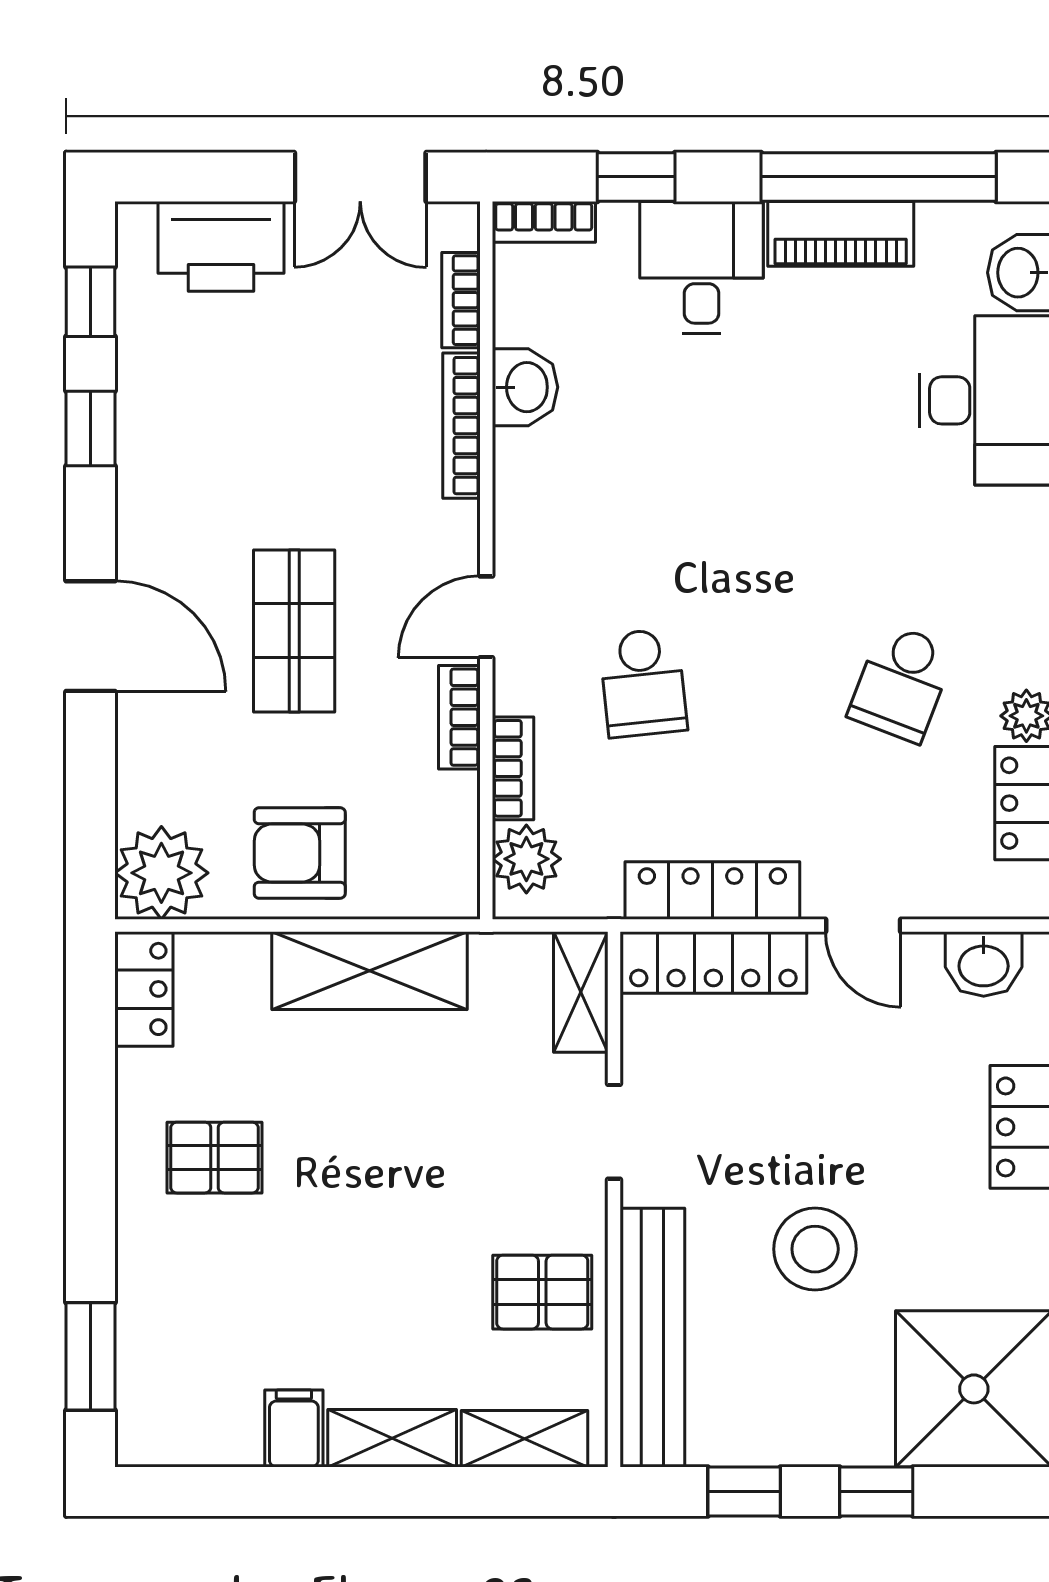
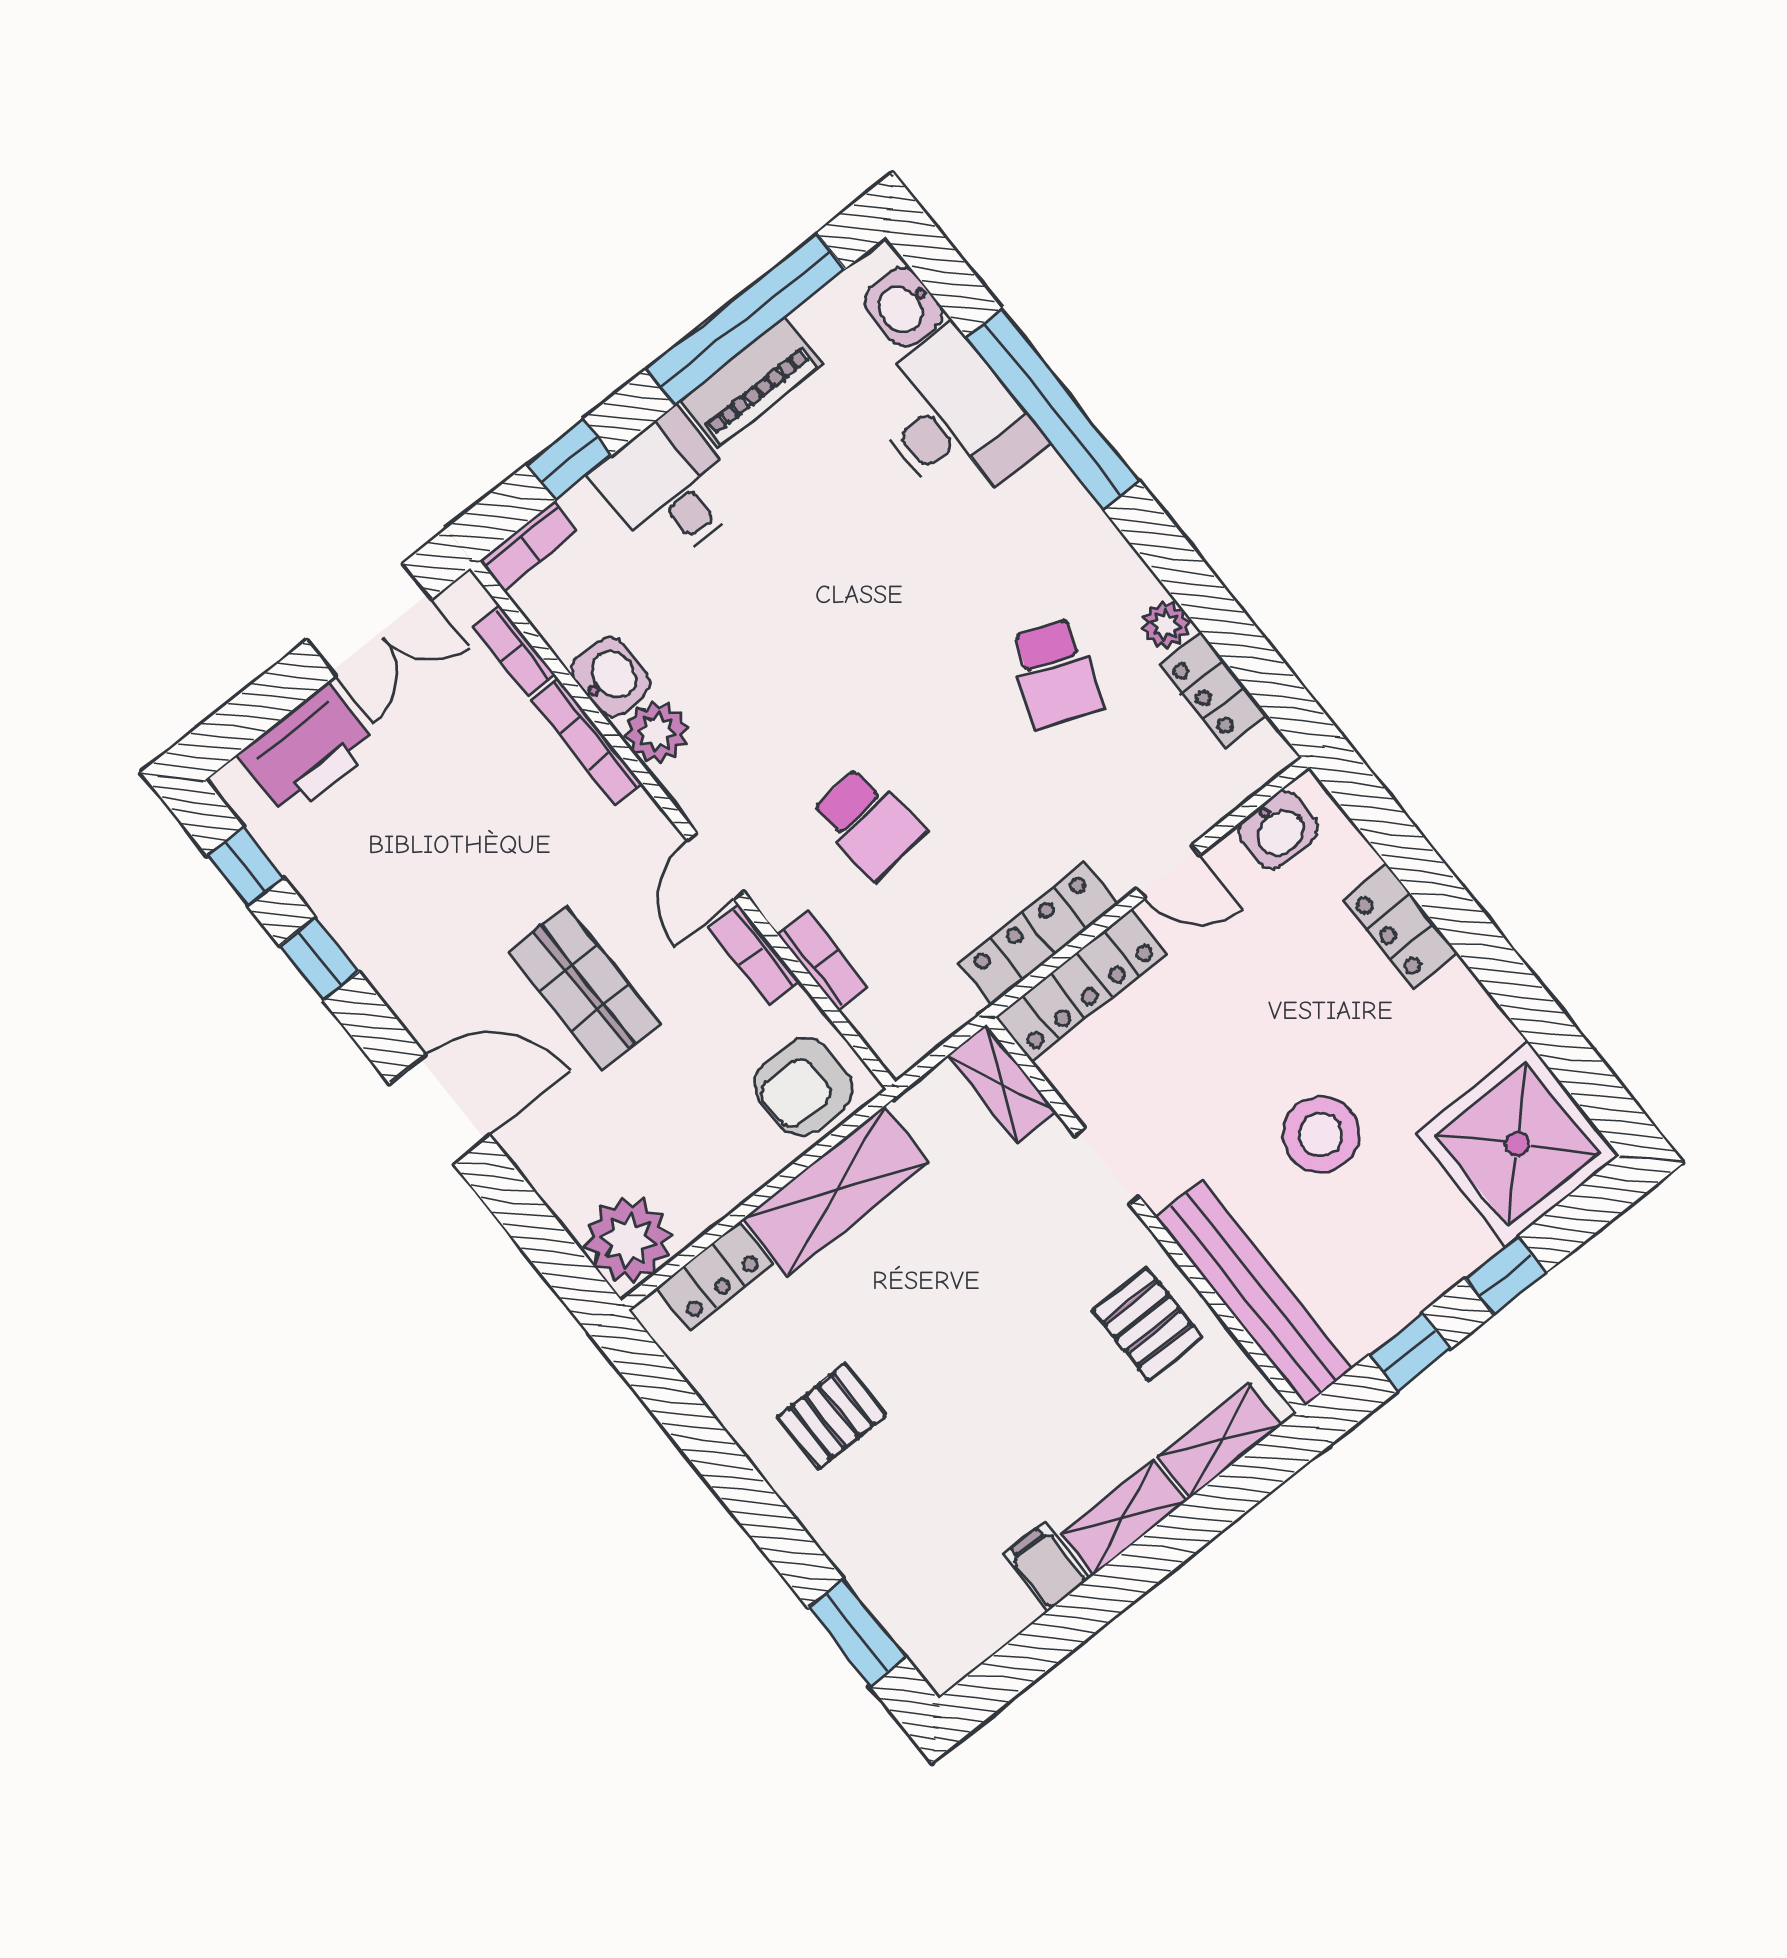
armchair: (300, 853) -> (803, 1087), moved
plant: (526, 859) -> (657, 732), moved
locker: (144, 989) -> (714, 1276), moved, turned 90
pallet: (542, 1292) -> (1148, 1324), turned 90

